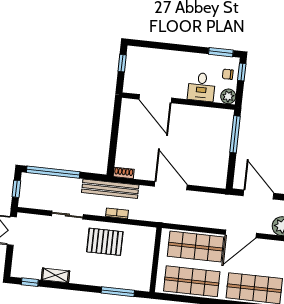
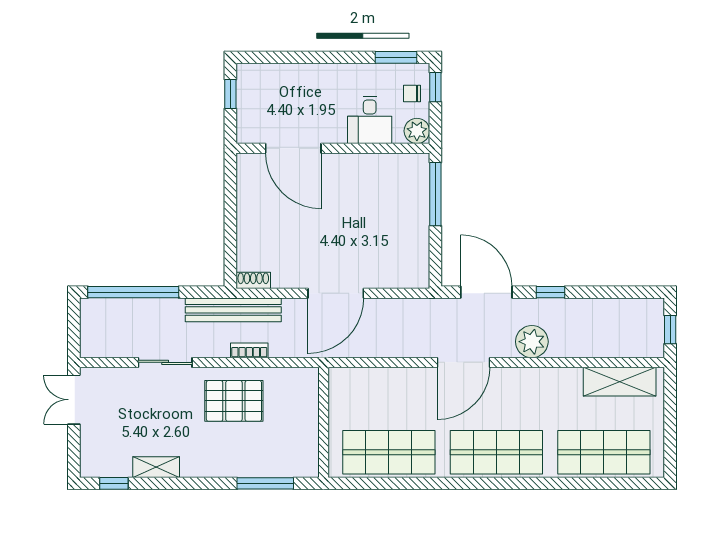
door: (171, 186) -> (336, 293), swing flipped
window: (16, 189) -> (74, 327), removed
shop shelf: (195, 247) -> (389, 392), removed

